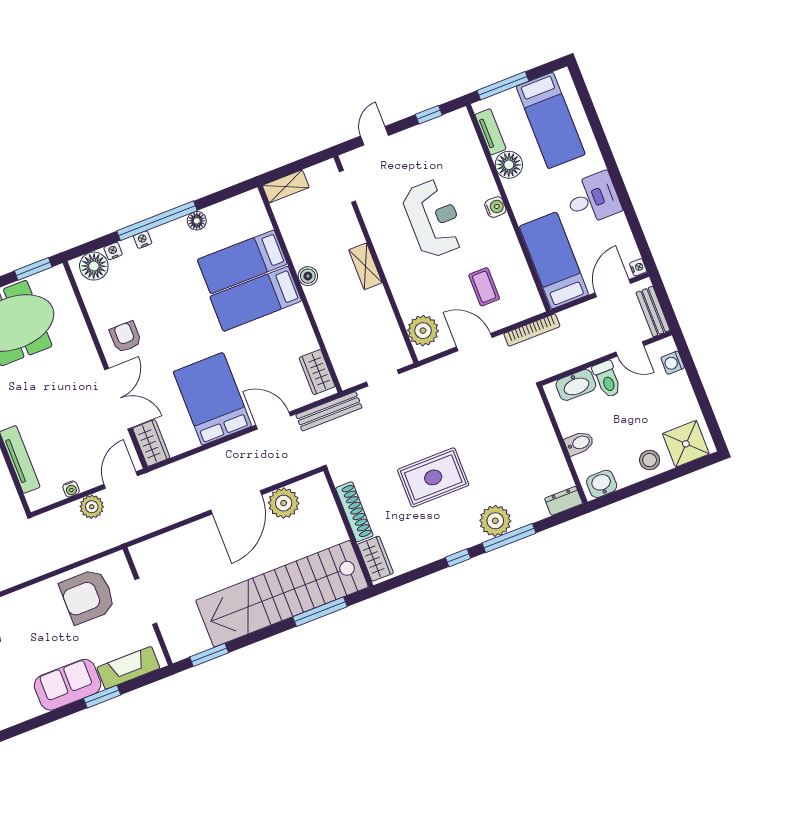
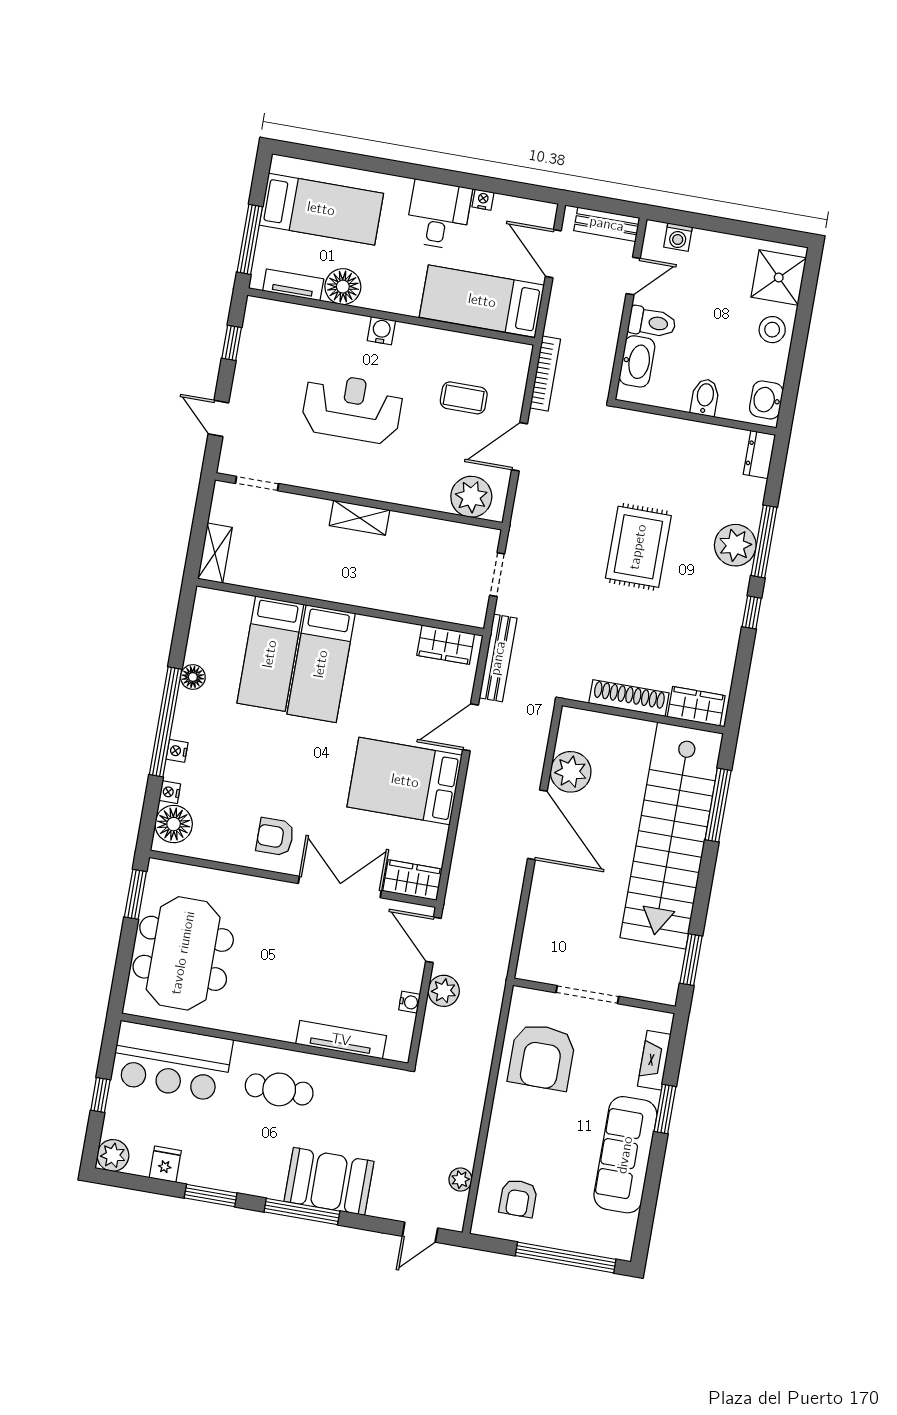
nightstand: (638, 267) -> (483, 200), moved
boiler: (308, 276) -> (331, 589), removed
rug: (433, 477) -> (638, 547), moved
fireplace: (128, 668) -> (654, 1060), width x0.73, depth x0.76
sofa: (68, 685) -> (625, 1155), width x1.36

